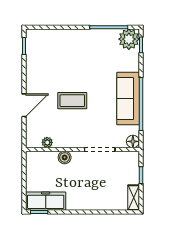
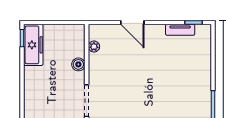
tv unit: (31, 59) -> (180, 30), added
coffee table: (72, 101) -> (137, 72), removed

